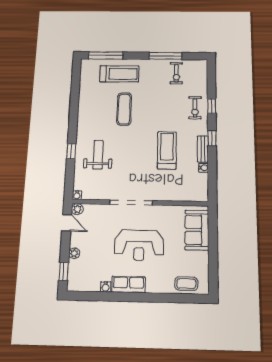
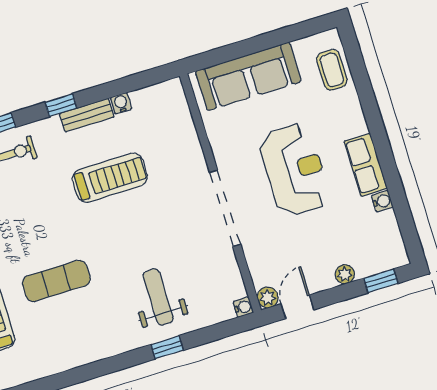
treadmill: (167, 150) -> (110, 178), turned 180
weight bench: (98, 155) -> (158, 297), turned 90
sofa: (197, 230) -> (248, 76), width x1.36

